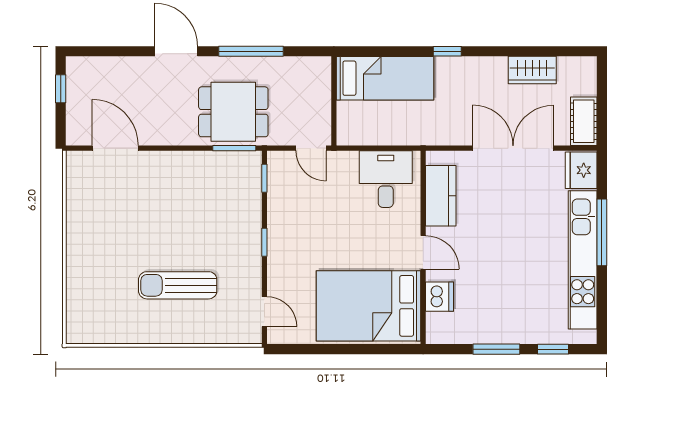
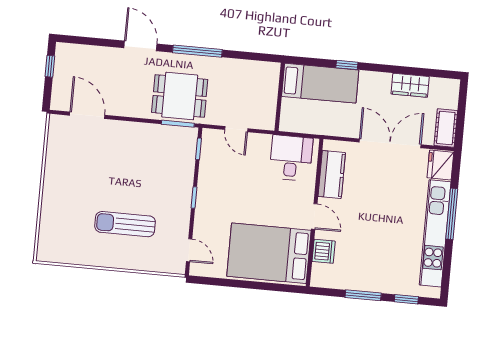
bed: (385, 78) -> (320, 83), moved
wall: (334, 101) -> (280, 97), moved

